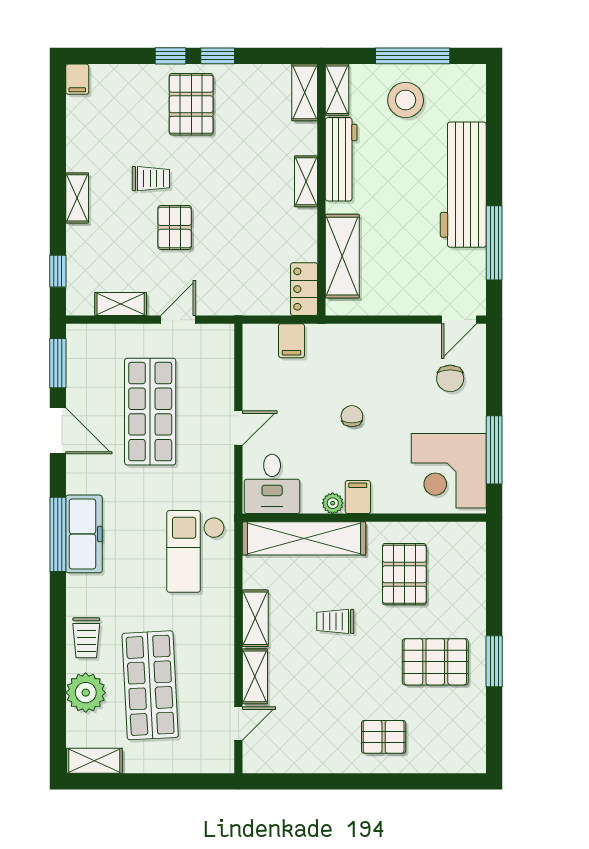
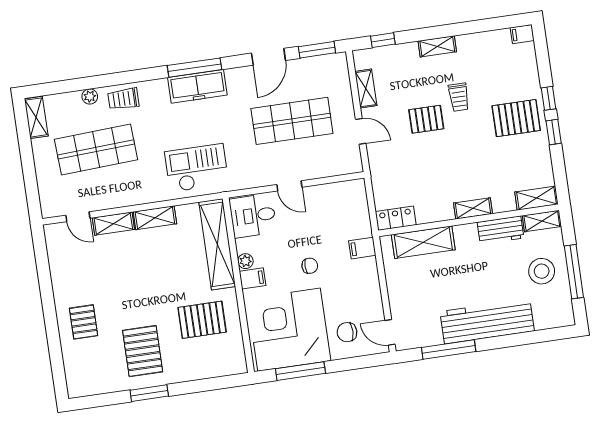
workbench: (341, 159) -> (501, 230), width x0.73
filing cabinet: (292, 341) -> (362, 248), moved
corner desk: (449, 471) -> (289, 330), width x1.36, depth x1.36
trolley: (335, 621) -> (161, 275), removed
plant: (86, 693) -> (90, 97), width x0.53, depth x0.53

